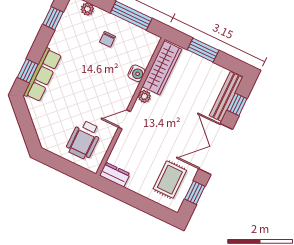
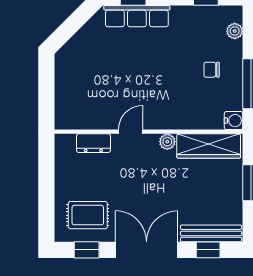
water cooler: (137, 73) -> (234, 121), moved, turned -90
door: (124, 119) -> (131, 132), hinge flipped
wheelchair: (84, 140) -> (86, 97), removed
dresser: (115, 175) -> (93, 143), moved, turned 90

